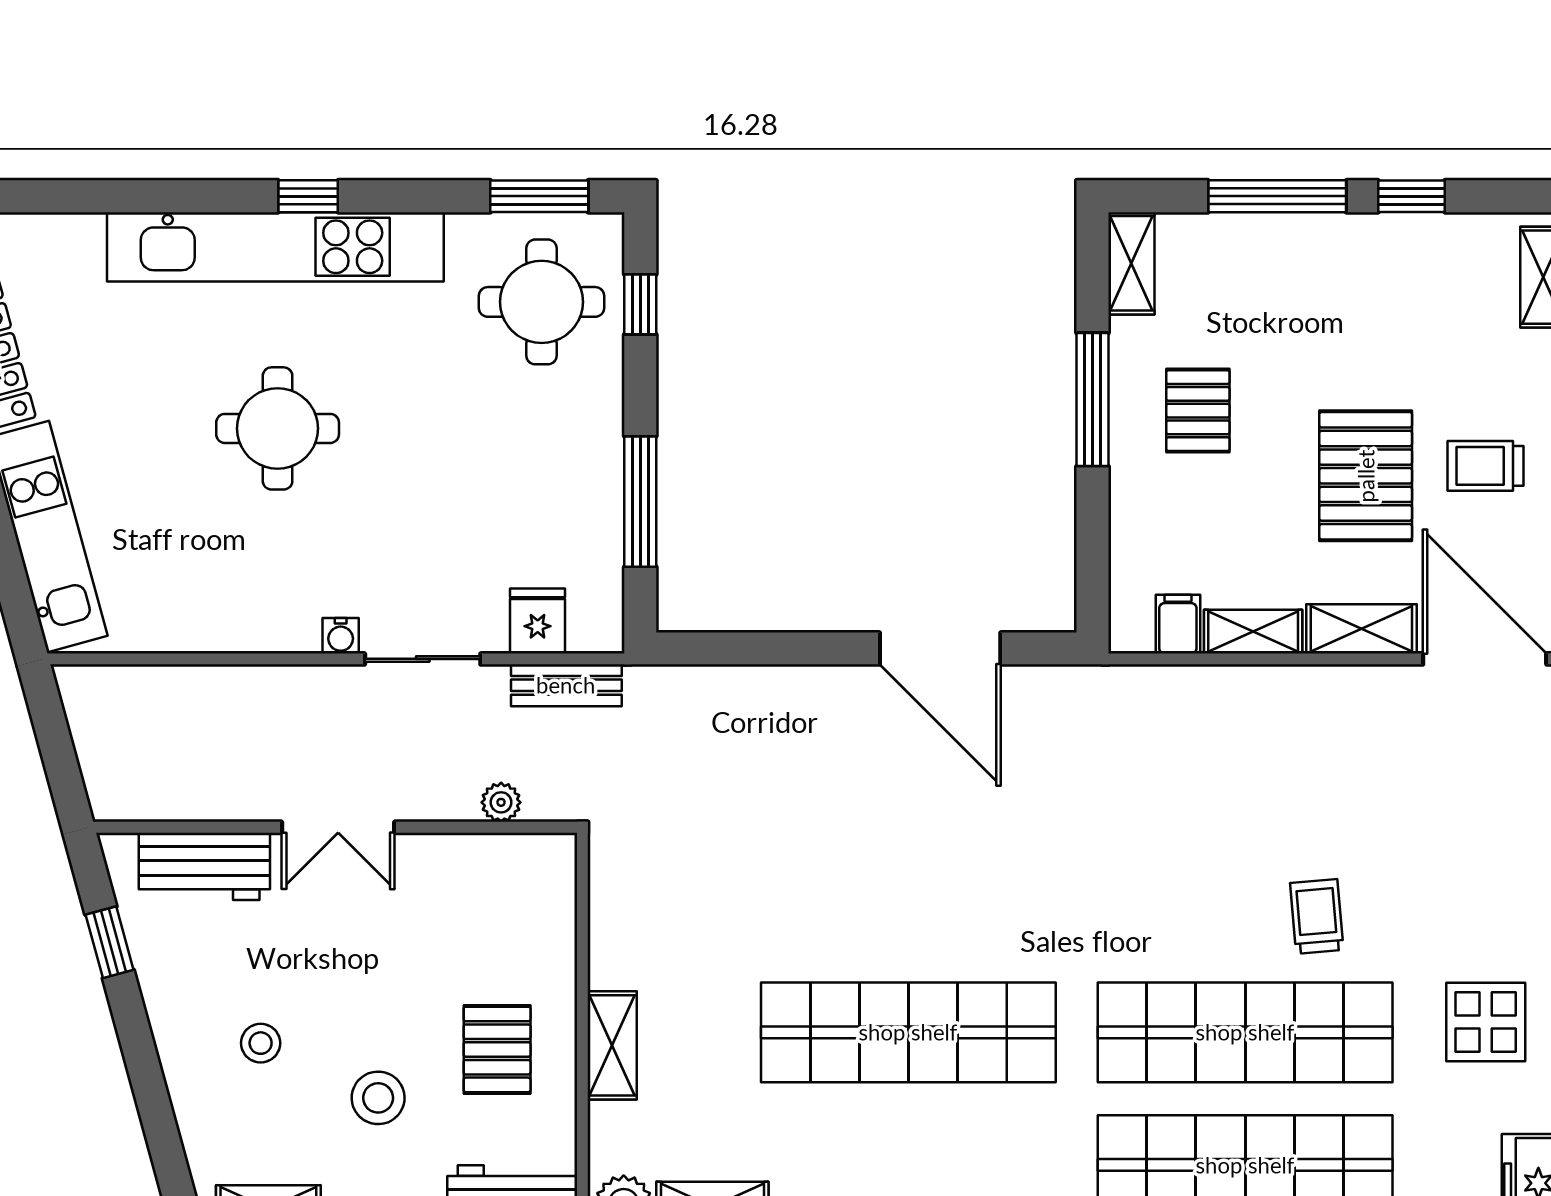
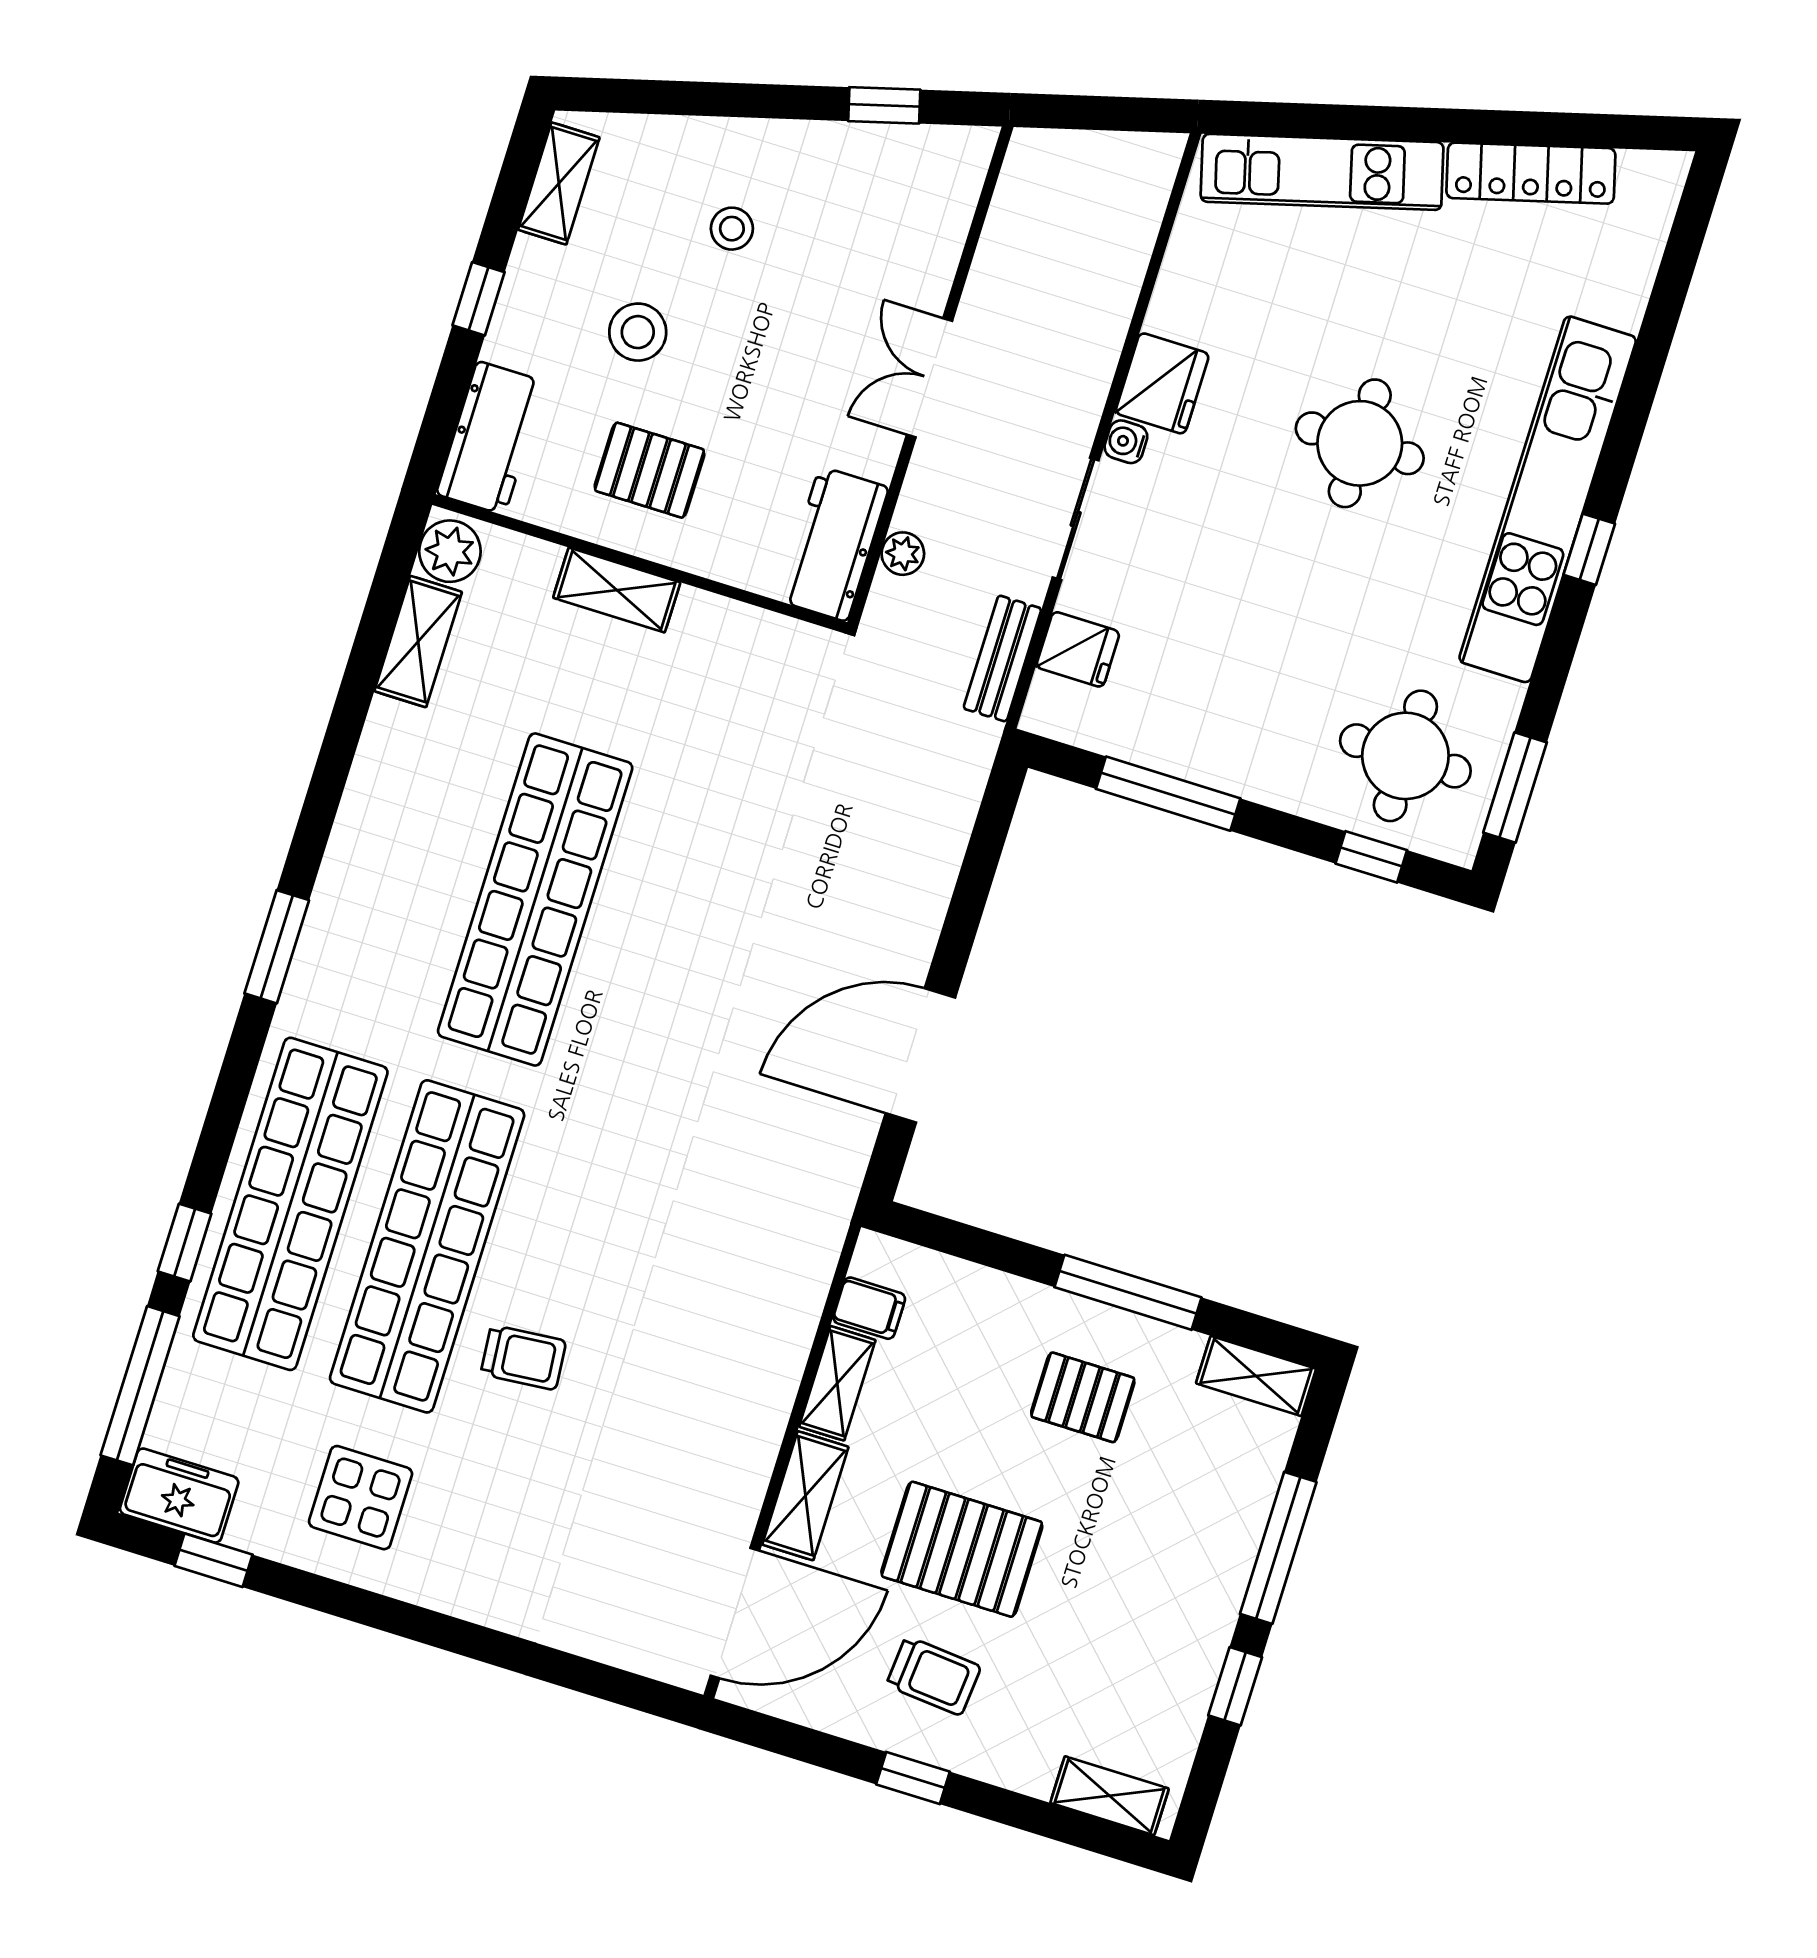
trolley: (1485, 466) -> (934, 1676), turned 95
fridge: (279, 620) -> (1162, 383), added
workbench: (204, 866) -> (833, 544), moved

